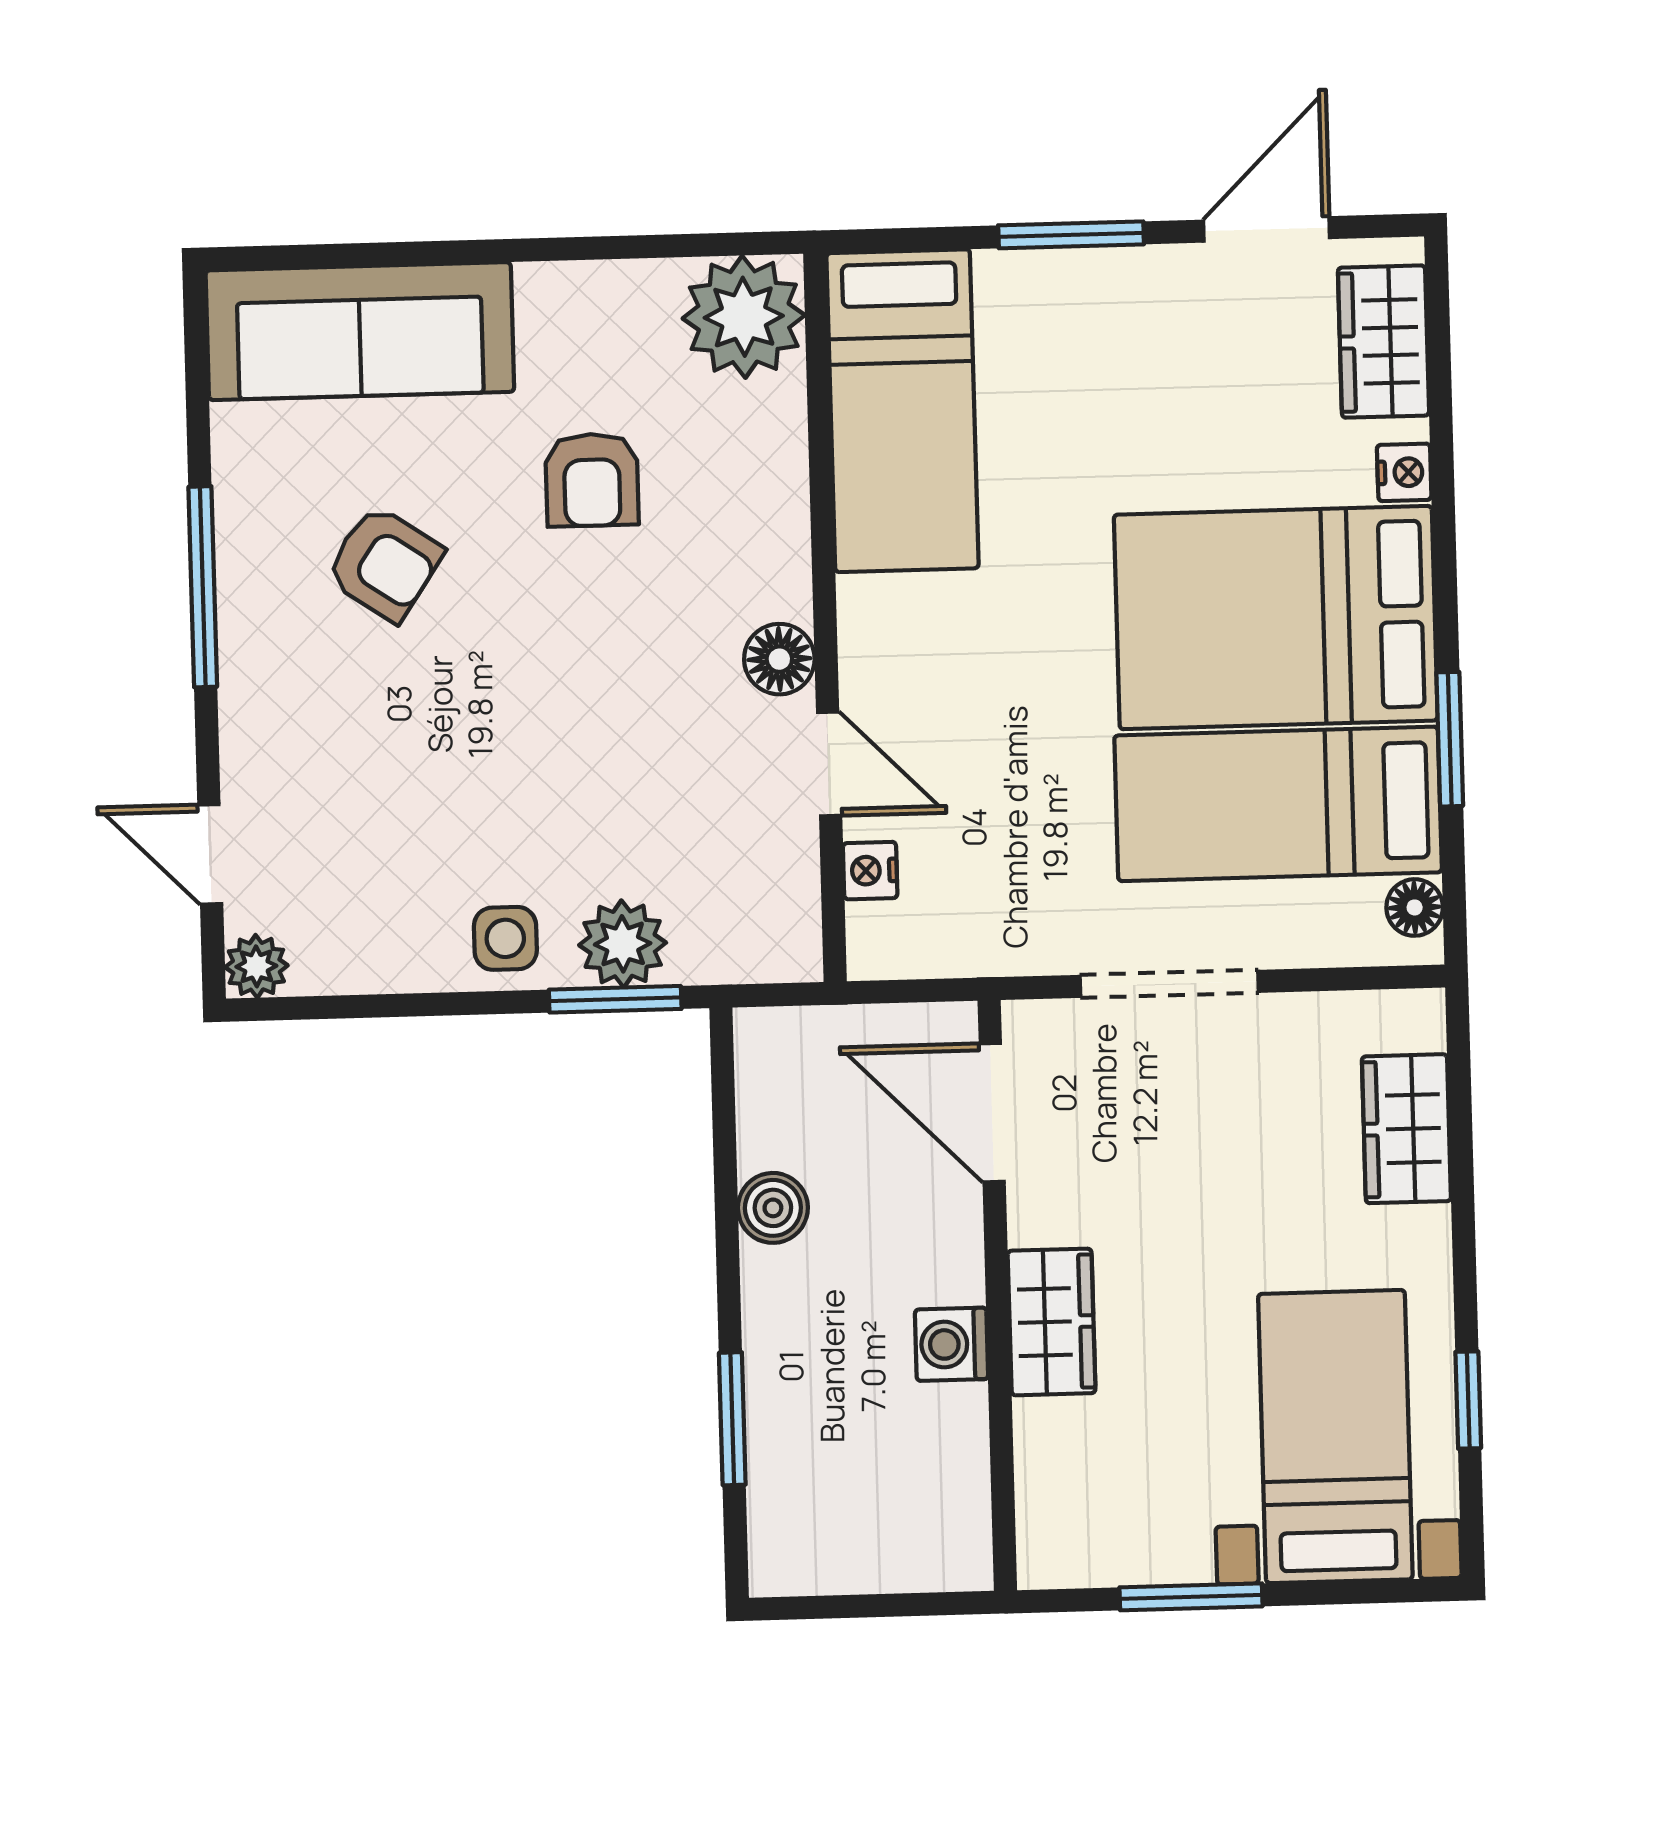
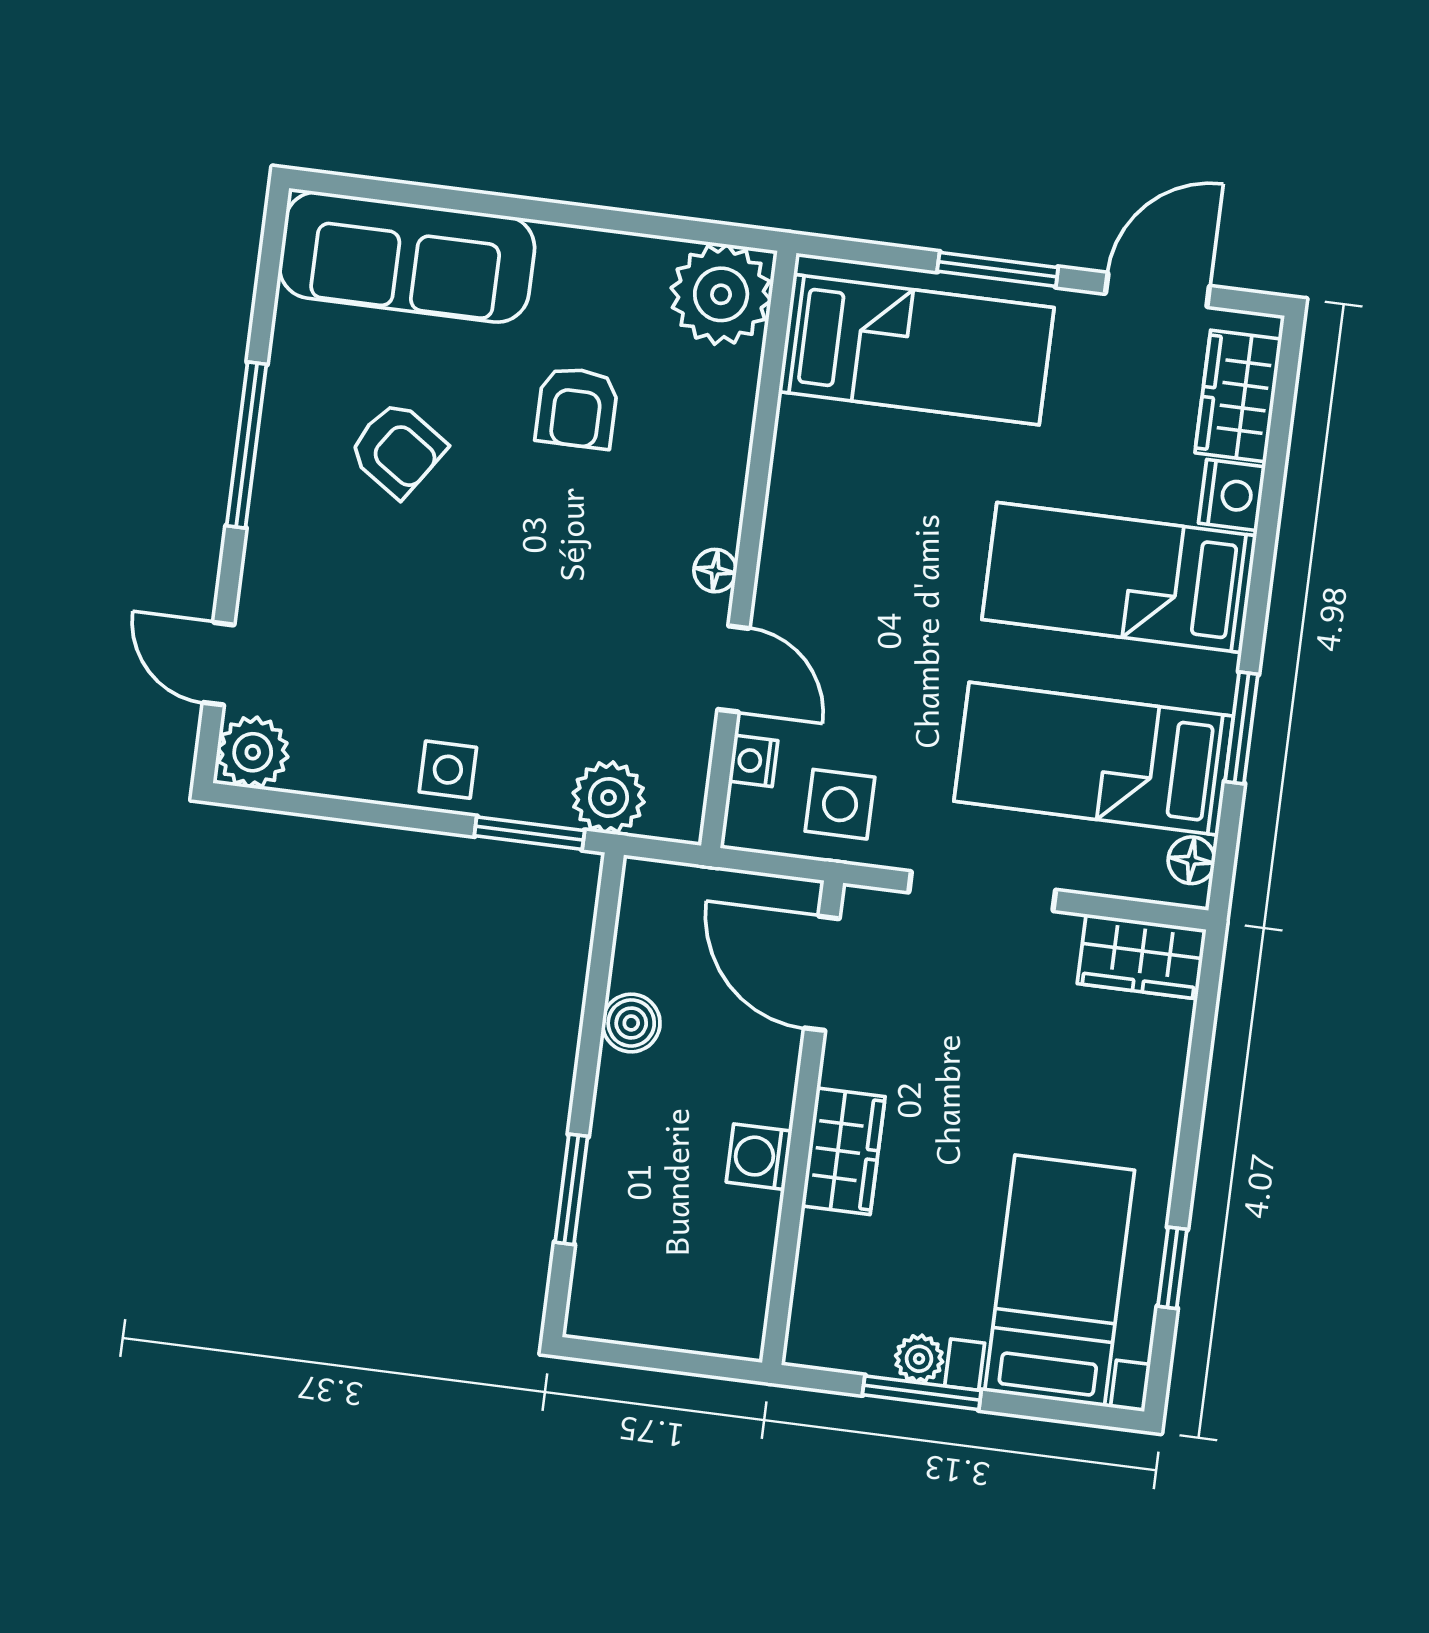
bed: (903, 411) -> (916, 350), moved, turned -90
nightstand: (1404, 472) -> (1232, 495), width x1.39, depth x1.35
bed: (1276, 618) -> (1119, 578), width x0.67
floor lamp: (779, 659) -> (715, 571), width x0.73, depth x0.73
side table: (982, 906) -> (840, 804), added
plant: (623, 944) -> (609, 798), moved
plant: (256, 966) -> (253, 752), width x1.38, depth x1.38
wardrobe: (1406, 1129) -> (1142, 957), moved, turned -90
plant: (1181, 1557) -> (919, 1359), added

